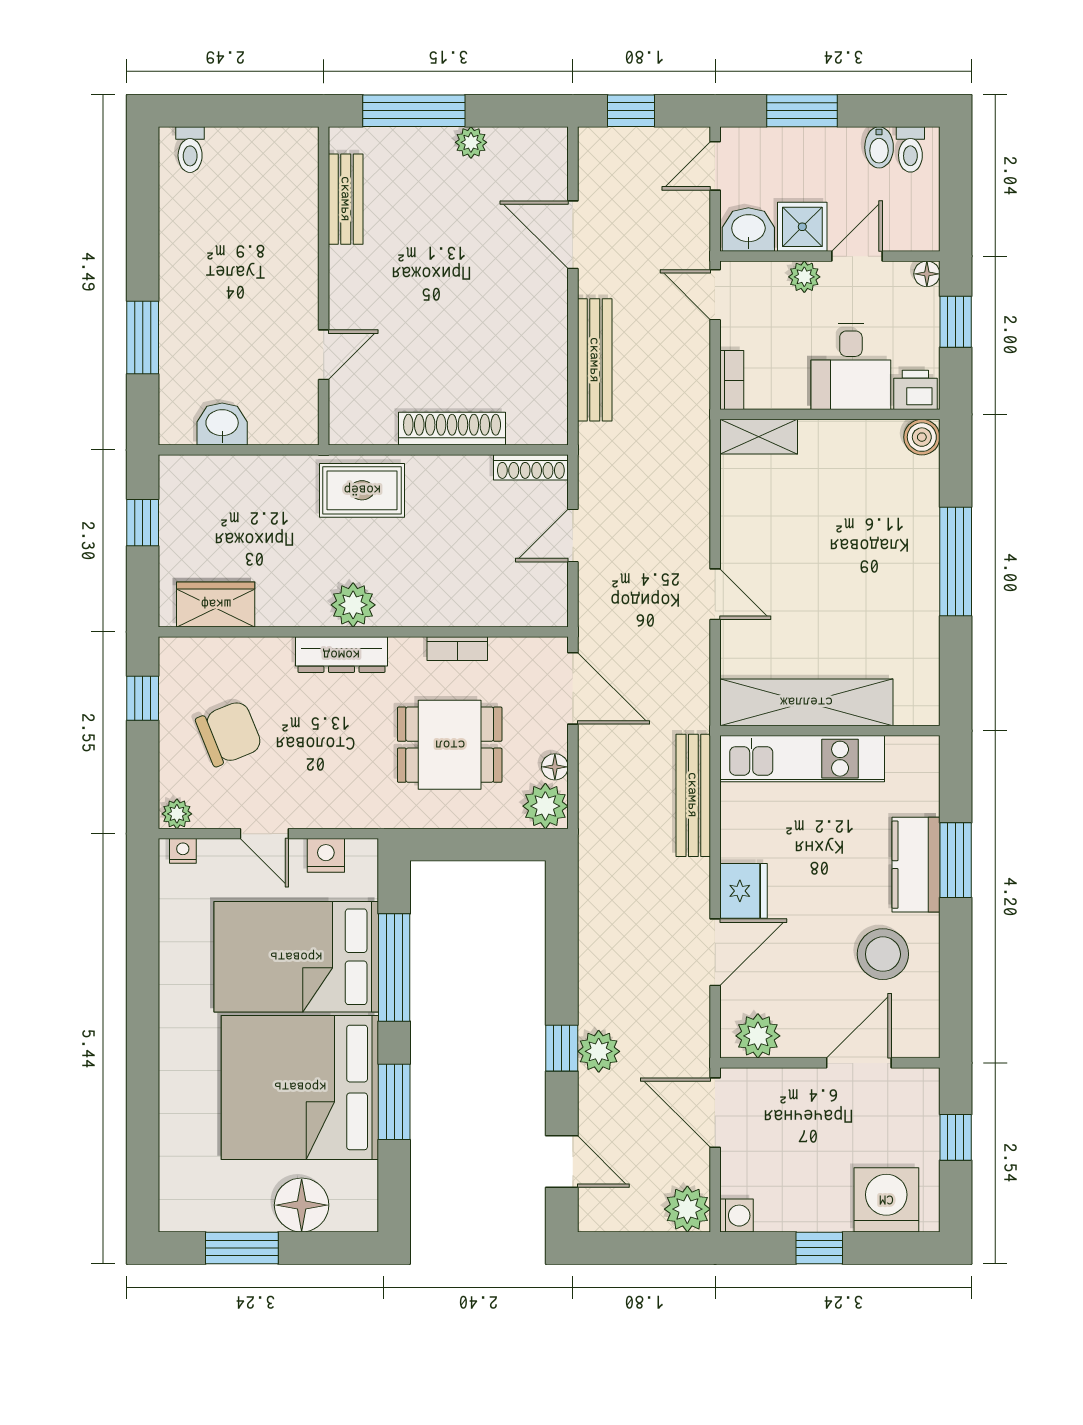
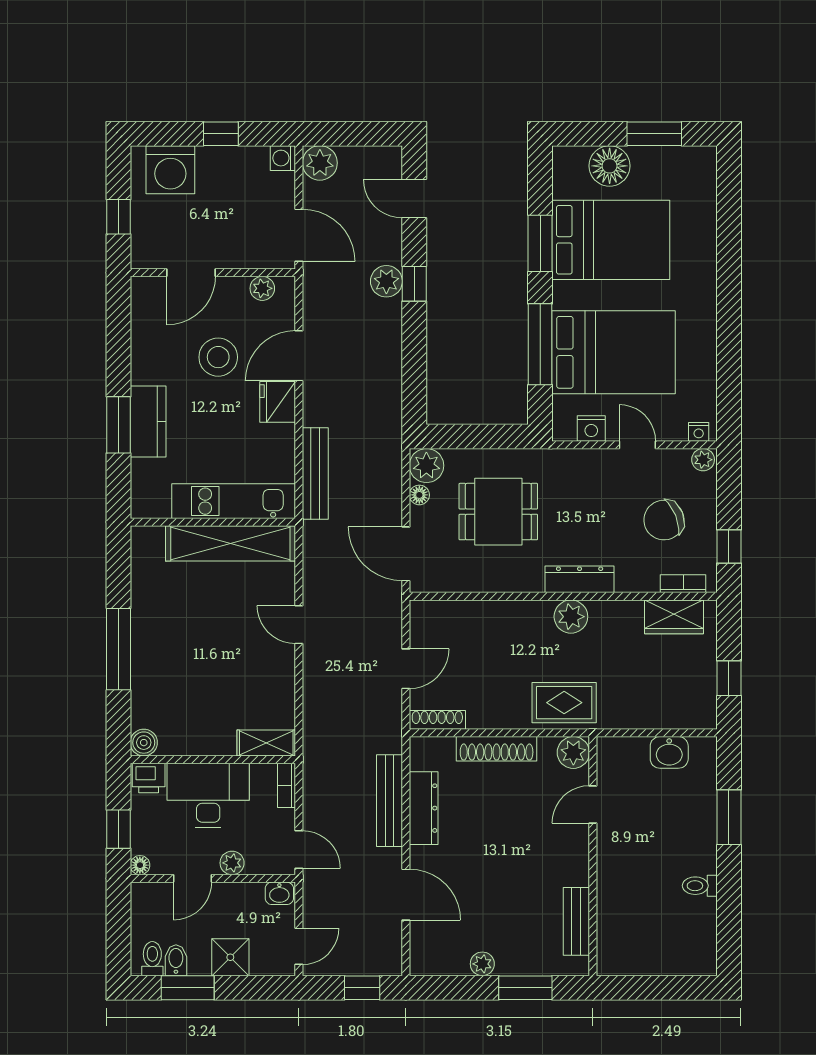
window: (414, 111) -> (525, 988), width x0.69
window: (802, 111) -> (188, 988), moved
toilet: (190, 150) -> (700, 886), moved, turned -90
shower: (802, 227) -> (230, 957), moved
washbasin: (748, 229) -> (279, 893), width x0.72, depth x0.69
dresser: (549, 350) -> (424, 808), added
desk: (851, 367) -> (208, 795), width x1.37
plant: (350, 424) -> (573, 752), added
bookcase: (457, 649) -> (683, 584), moved
stool: (883, 954) -> (218, 357), moved
plant: (758, 1036) -> (262, 288), width x0.73, depth x0.73
bed: (300, 1087) -> (611, 240), width x0.73

